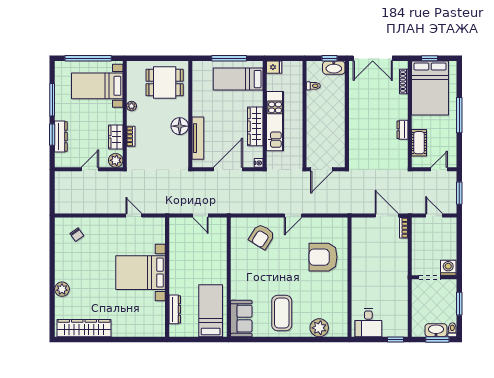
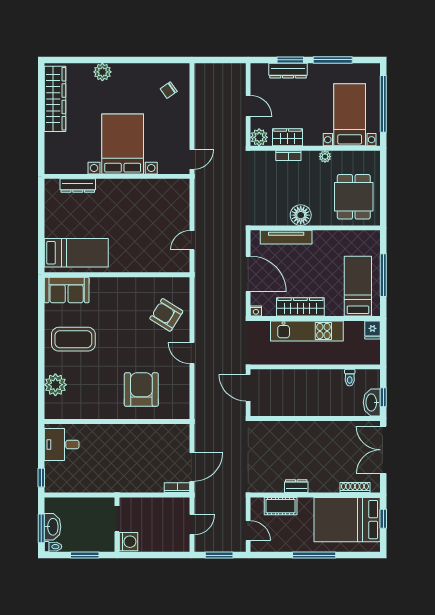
bed with nightstands: (140, 273) -> (123, 144), moved
wall: (167, 277) -> (117, 176), moved
dresser: (175, 309) -> (78, 186), moved

